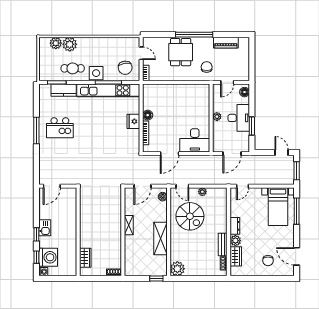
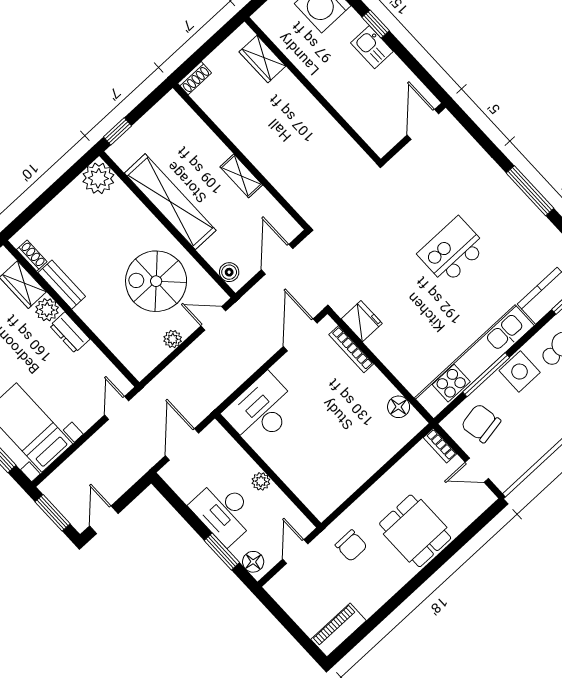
window: (194, 35) -> (419, 579), removed
piano: (226, 43) -> (338, 630), moved
floor lamp: (148, 115) -> (399, 407), moved
fridge: (133, 121) -> (362, 321), moved
window: (252, 126) -> (222, 552), moved
kitchen island: (60, 128) -> (452, 251), moved
door: (282, 153) -> (104, 520), swing flipped
door: (170, 154) -> (300, 335), moved
shelving: (161, 239) -> (170, 202), width x1.47

